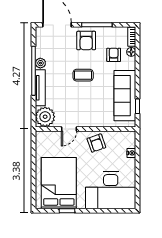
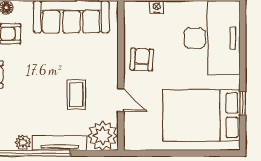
coffee table: (83, 75) -> (76, 95), moved
armchair: (96, 143) -> (142, 59), turned -68

